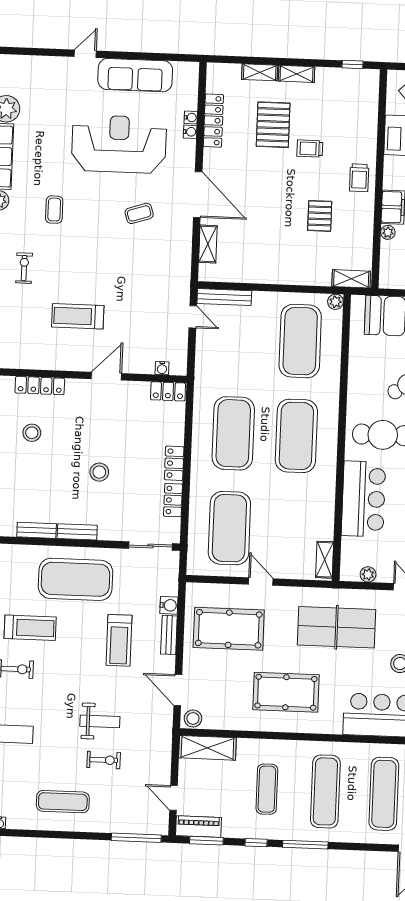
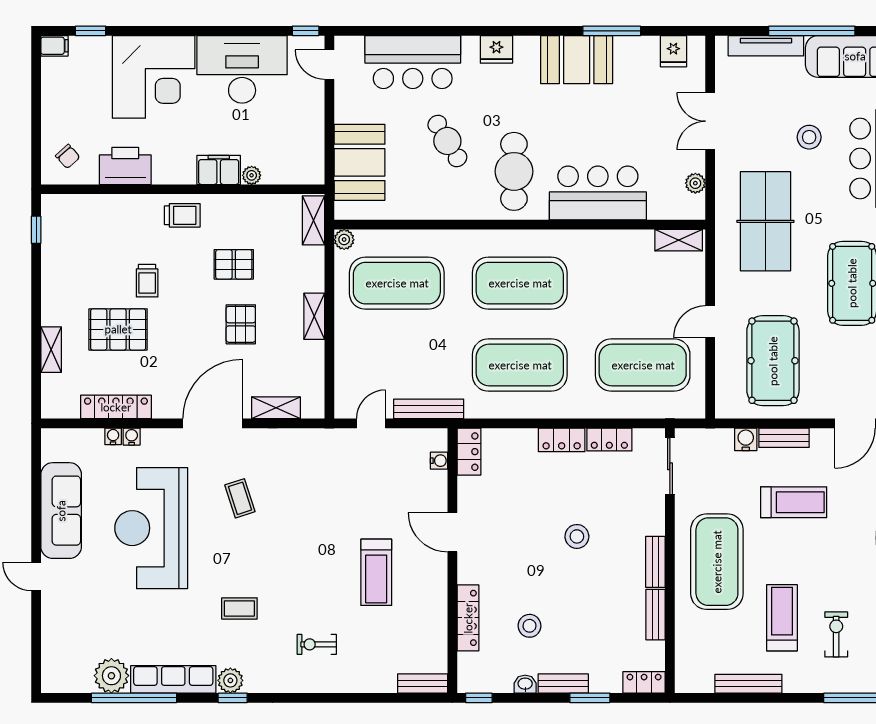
shelving: (297, 74) -> (314, 316), moved
pallet: (273, 219) -> (241, 324), added
bench: (224, 297) -> (429, 409), moved, turned 90

